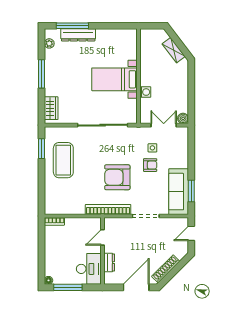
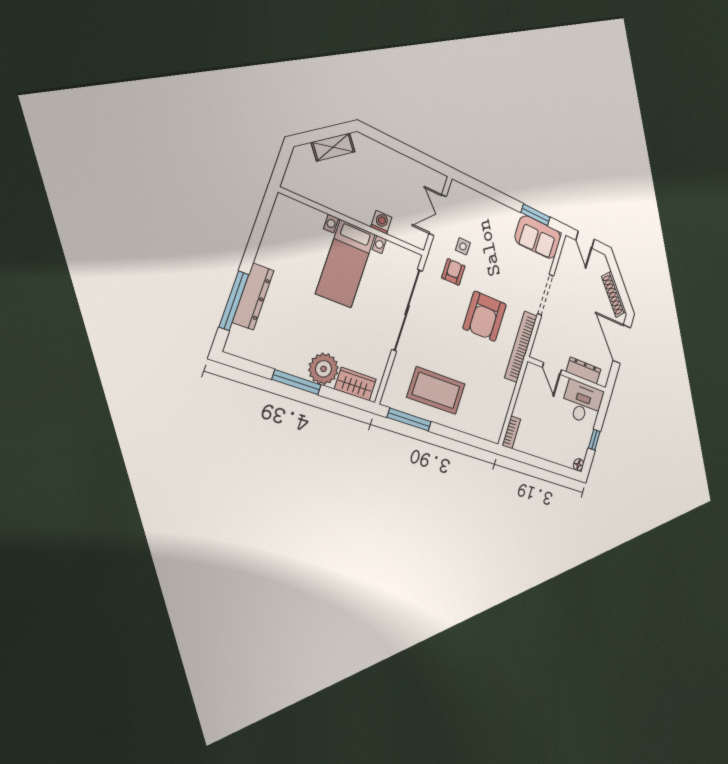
plant: (49, 43) -> (324, 369), moved, width x1.88, depth x1.88
boiler: (183, 118) -> (438, 181), removed
window: (41, 149) -> (409, 420), width x1.44
armchair: (150, 165) -> (453, 272), moved
sofa: (179, 192) -> (538, 237), width x0.73
dresser: (109, 263) -> (584, 371), width x1.44
window: (68, 287) -> (594, 440), width x0.46

